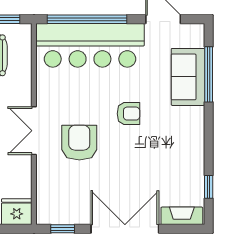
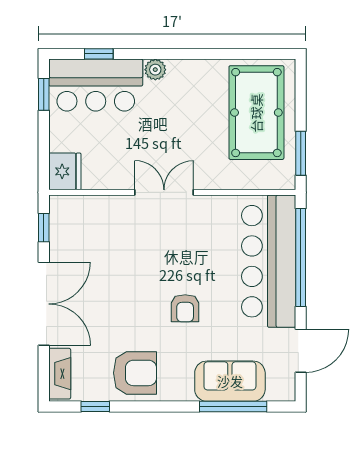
armchair: (79, 143) -> (135, 373), moved

